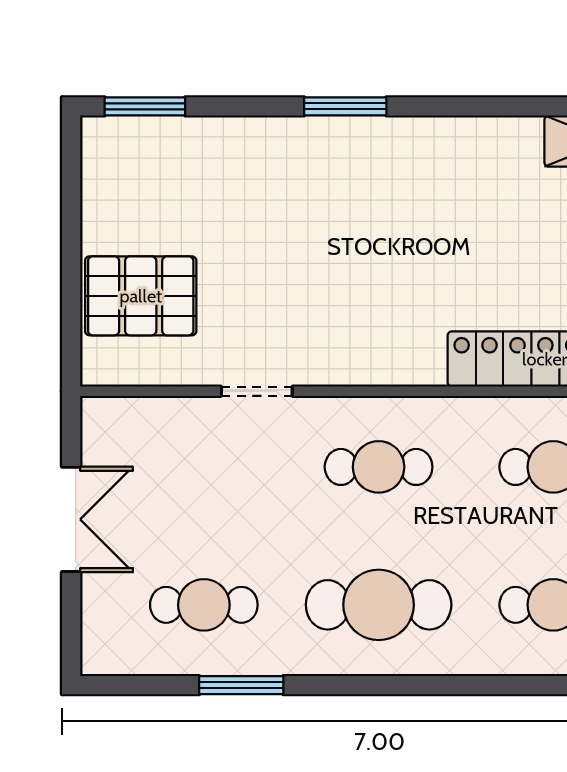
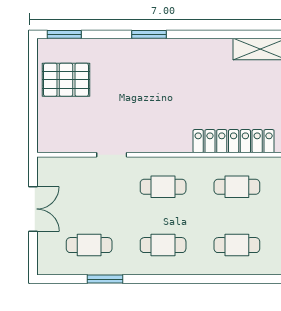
pallet: (141, 296) -> (66, 80), moved
cafe table: (379, 605) -> (163, 245), width x0.73, depth x0.74

